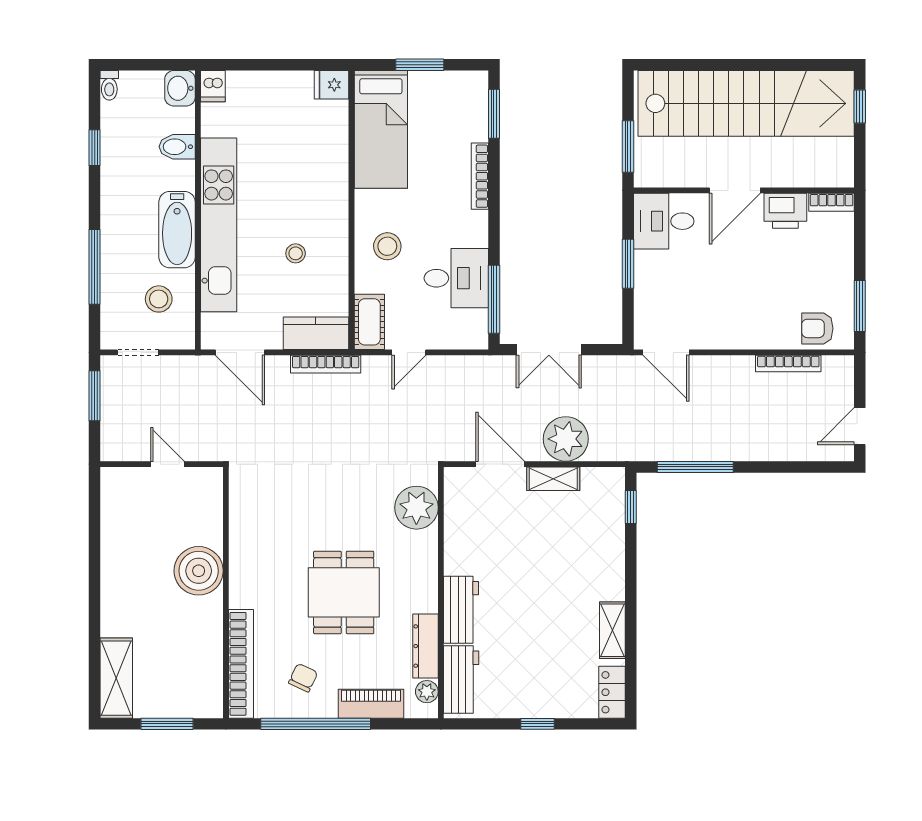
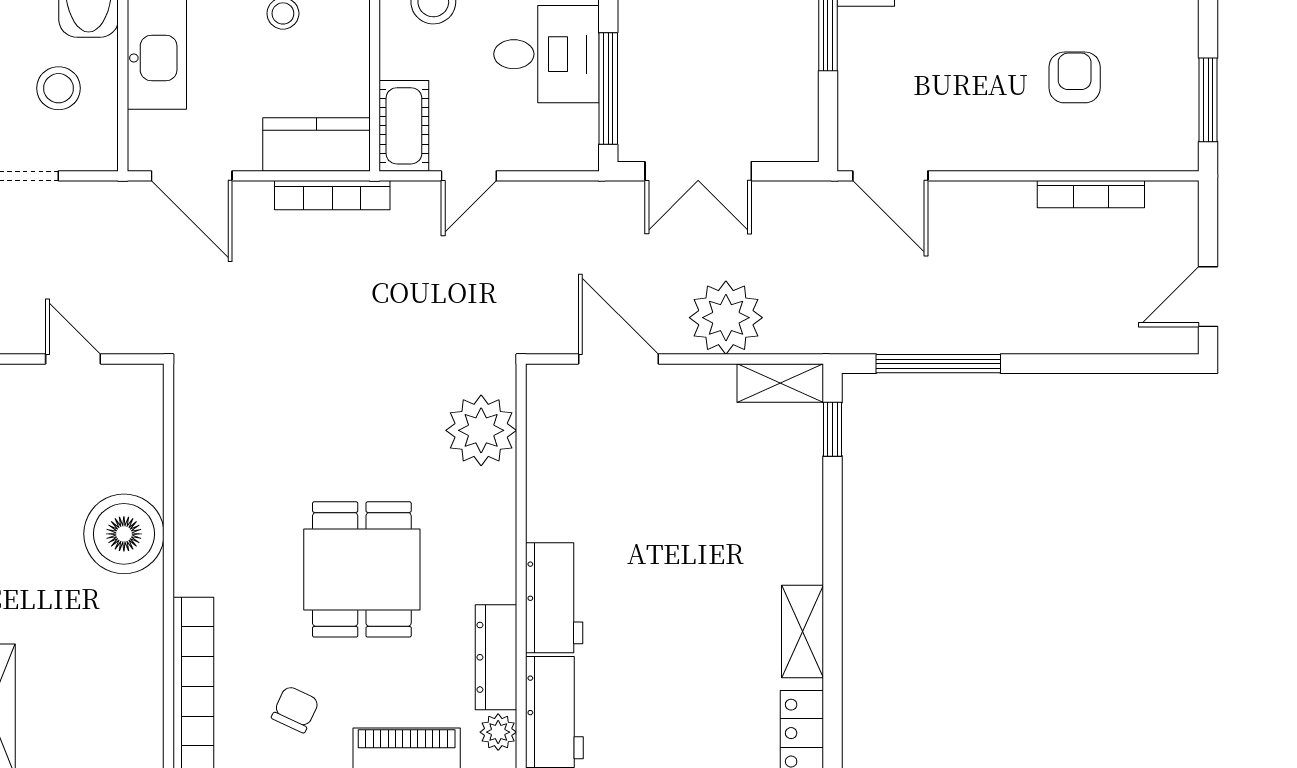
armchair: (817, 328) -> (1075, 77), moved, turned 90
shelving: (553, 479) -> (780, 383), moved

